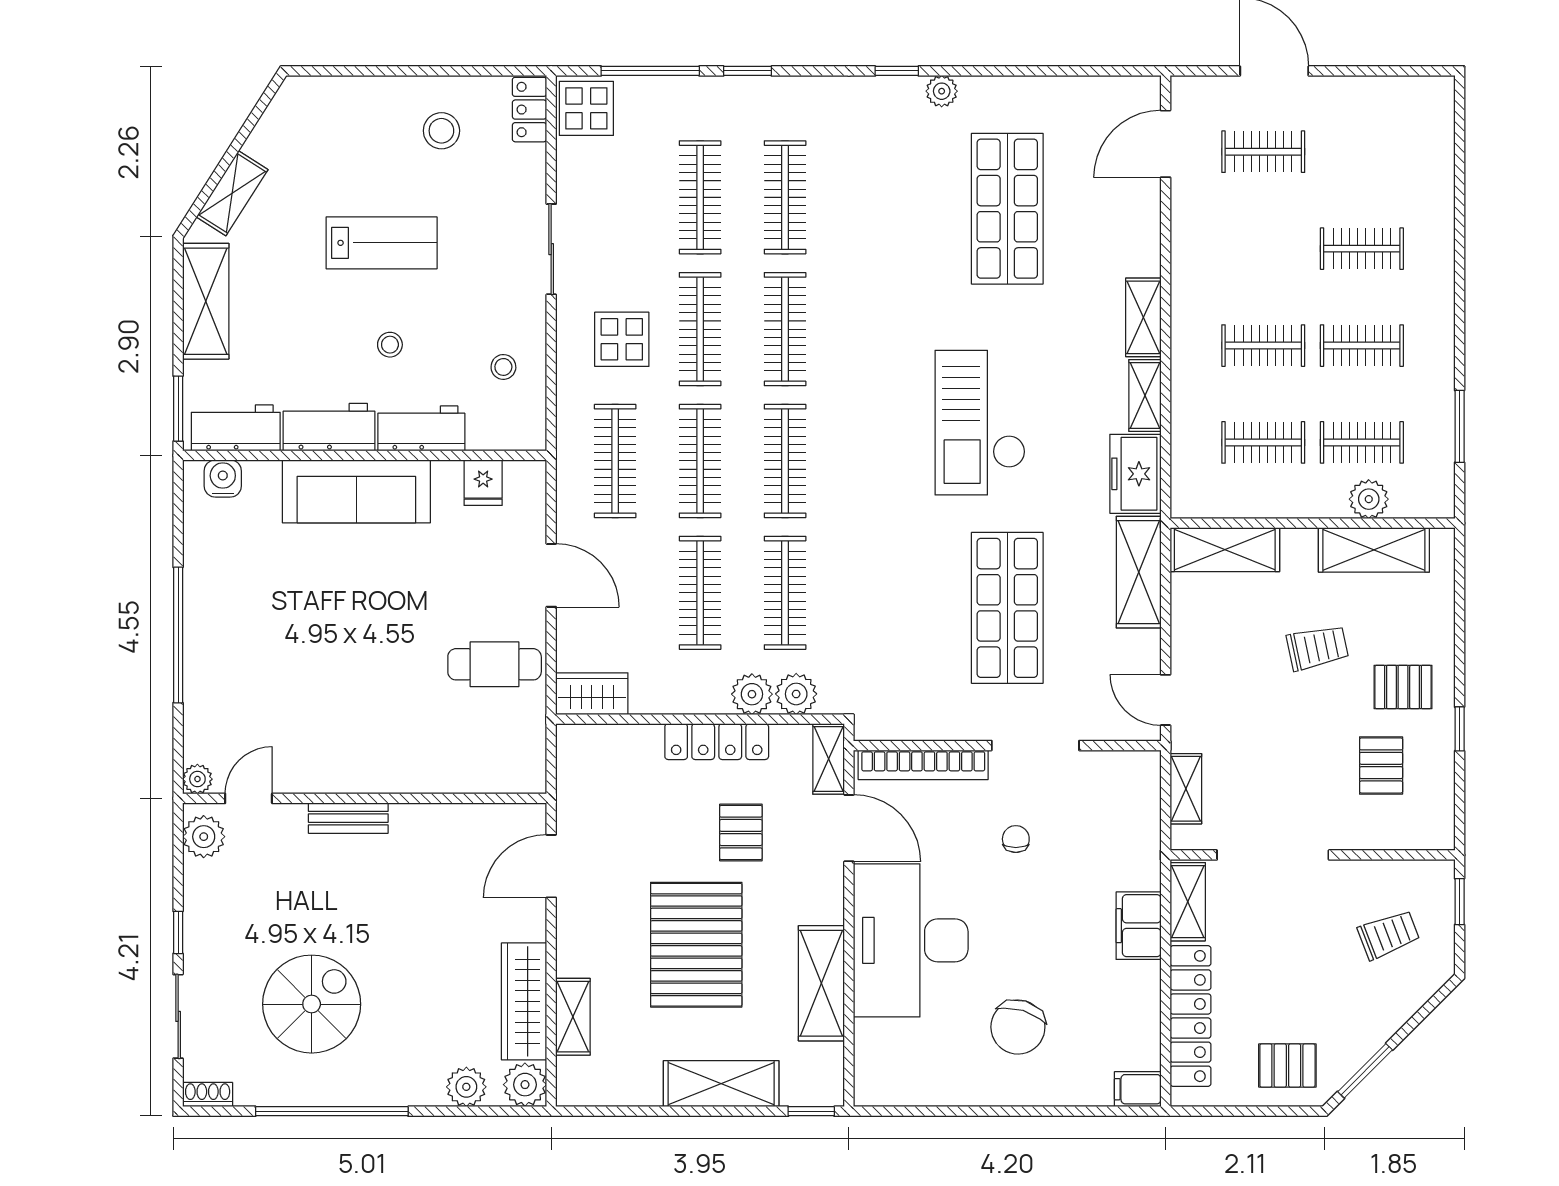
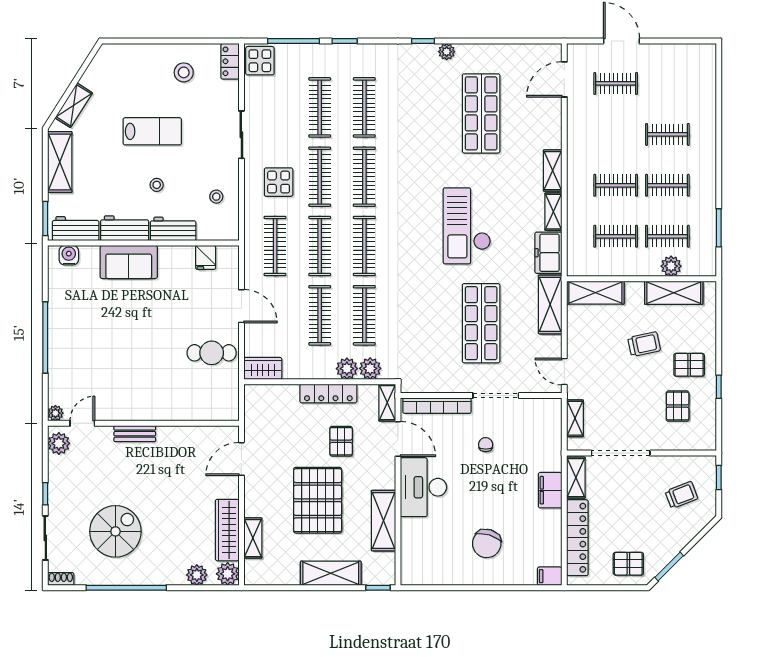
sofa: (356, 491) -> (129, 262), width x0.73
desk: (911, 940) -> (423, 487), width x0.73, depth x0.77

